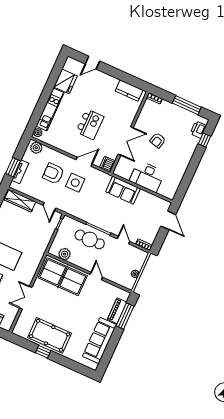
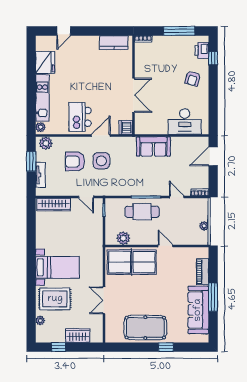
kitchen island: (90, 124) -> (80, 117), moved, turned 180
armchair: (158, 140) -> (193, 79), moved
window: (13, 167) -> (31, 161), moved
desk: (147, 176) -> (185, 122), moved
door: (168, 220) -> (213, 156), swing flipped
window: (125, 316) -> (213, 297), moved
window: (43, 352) -> (166, 347), moved

